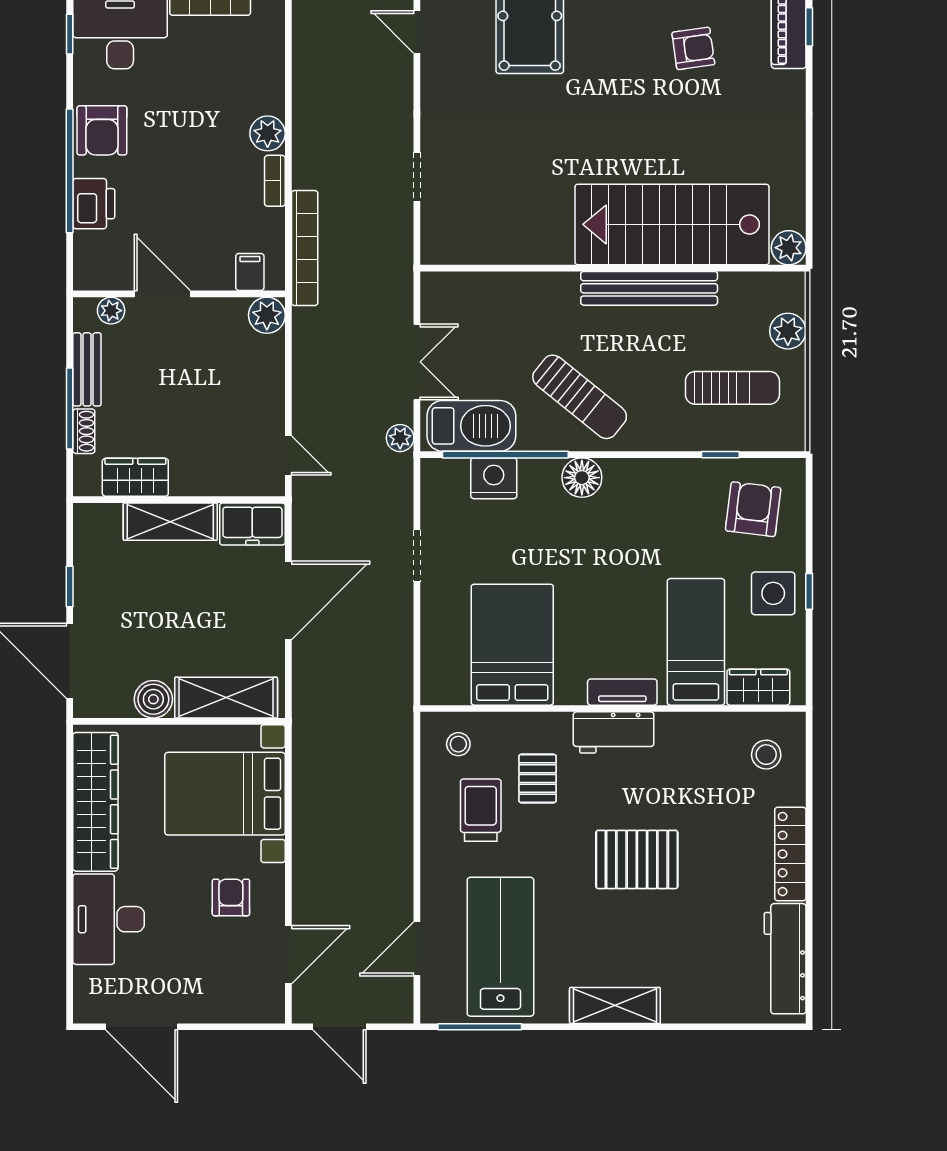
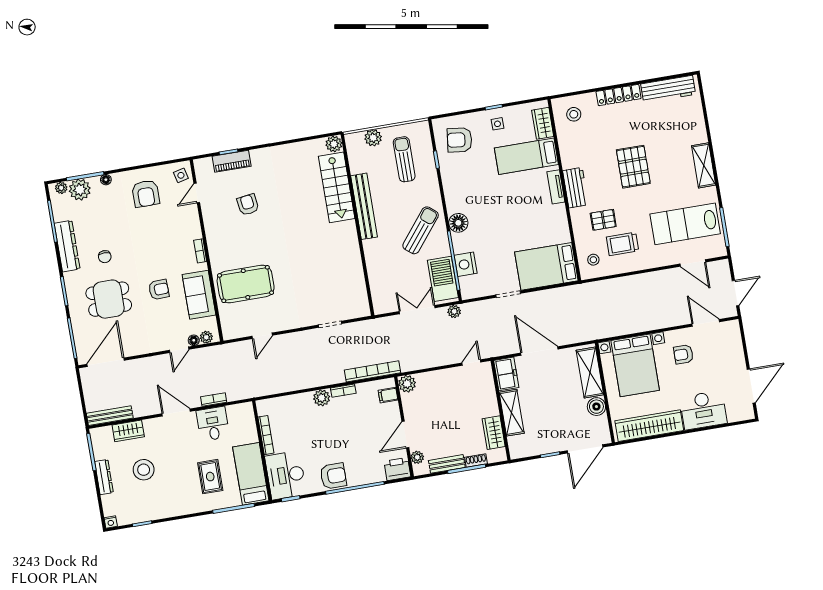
printer: (94, 204) -> (397, 469), moved
stairs: (672, 224) -> (337, 187), width x0.73, depth x0.66
side table: (773, 593) -> (497, 124), width x0.54, depth x0.54
bed: (512, 645) -> (546, 266), moved

